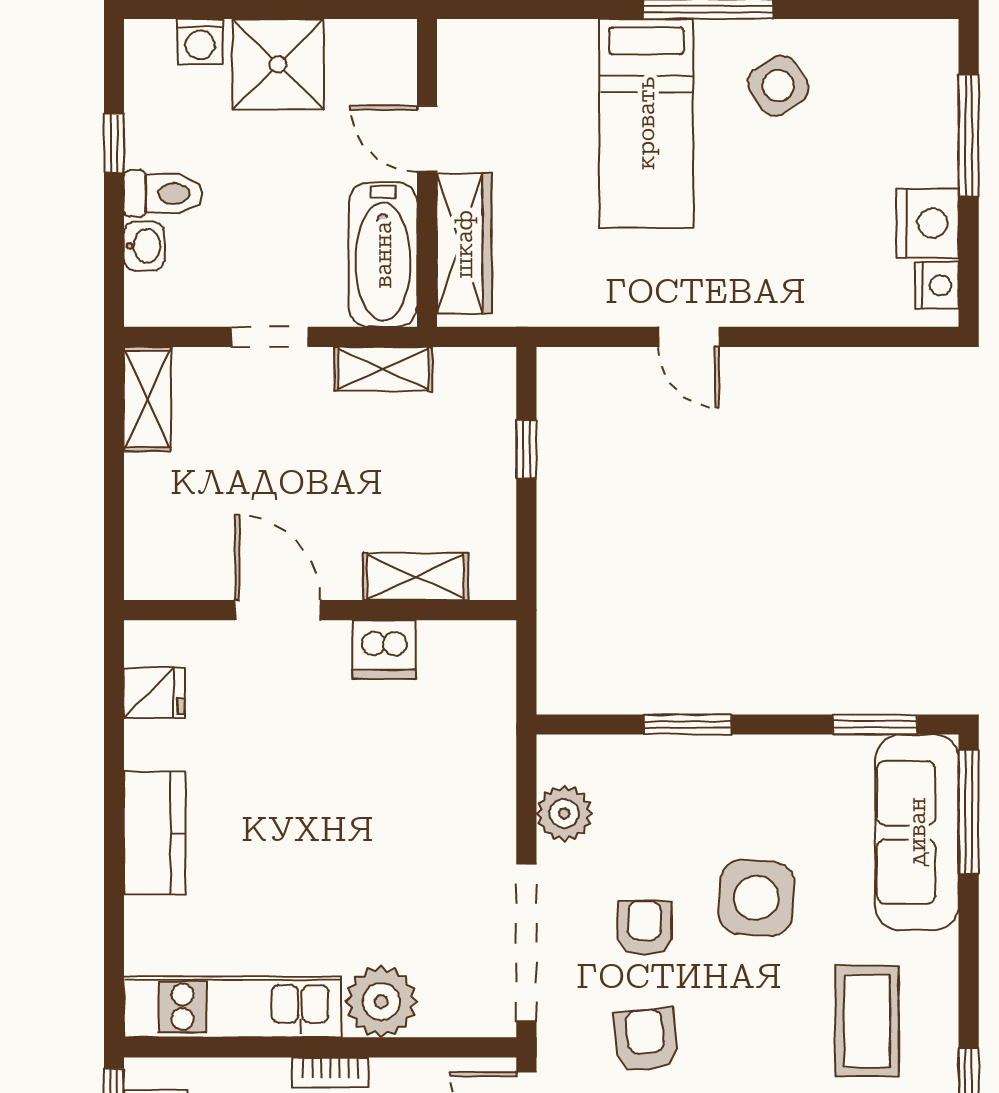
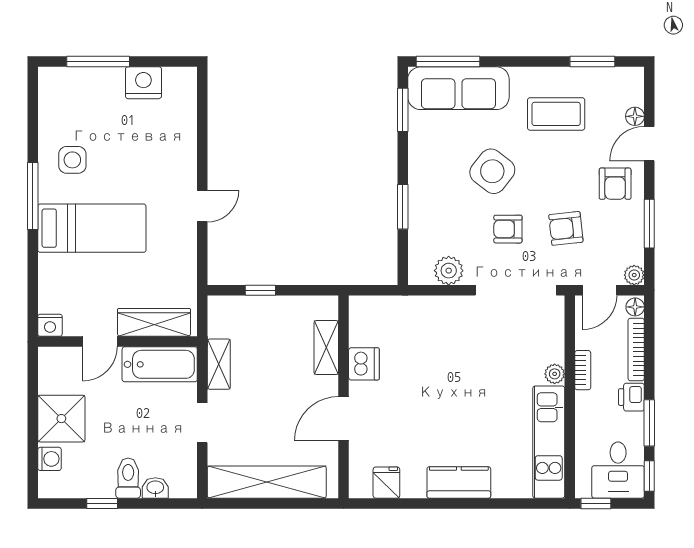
side table: (778, 86) -> (72, 160), turned 32
nightstand: (937, 285) -> (50, 325), moved, turned 180
shelving: (147, 399) -> (267, 482), width x2.20, depth x1.33
side table: (756, 898) -> (492, 171), turned 34
plant: (381, 1002) -> (555, 374), width x0.53, depth x0.53
bookcase: (330, 1073) -> (583, 370), moved

